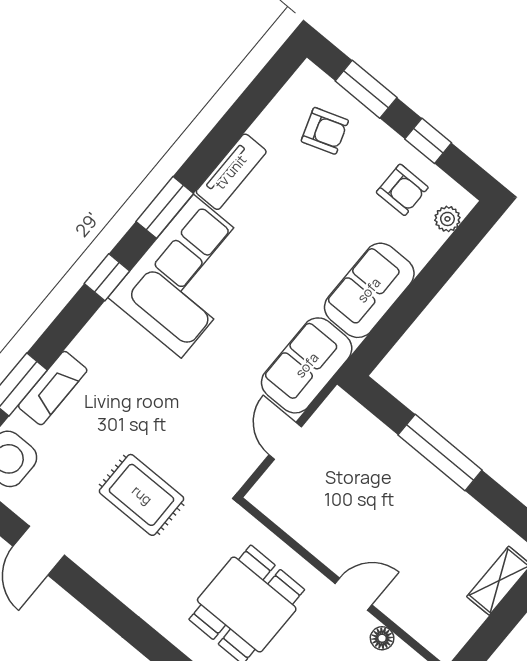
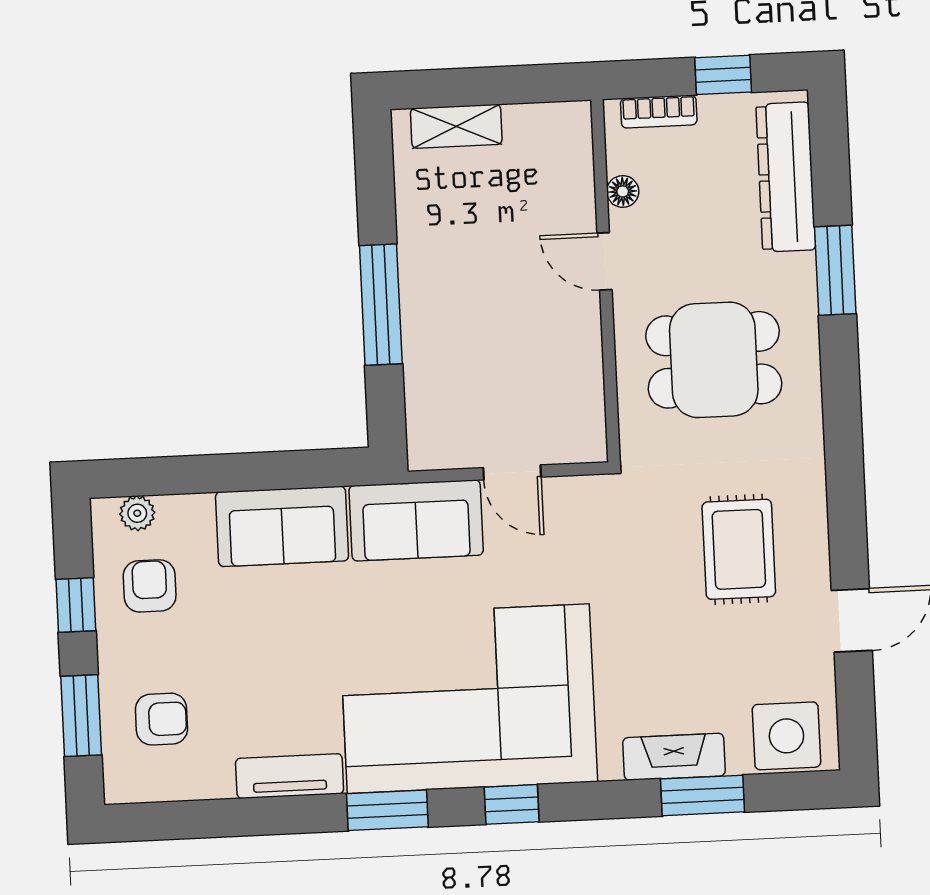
armchair: (325, 131) -> (161, 719), turned 109
corner sofa: (187, 276) -> (468, 699), width x1.36, depth x1.36
door: (285, 441) -> (512, 472), hinge flipped
rug: (142, 495) -> (739, 549), moved

